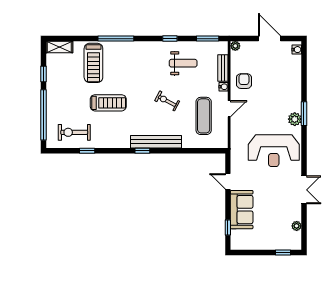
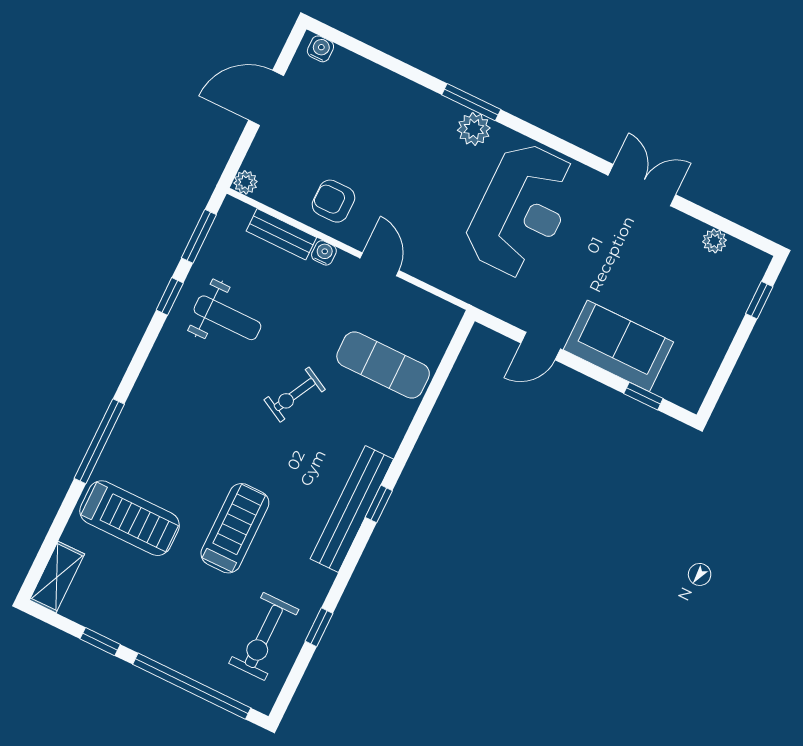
window: (170, 39) -> (170, 296), moved
weight bench: (183, 63) -> (227, 318), turned 90
exercise mat: (204, 116) -> (383, 365), moved
bench: (156, 142) -> (352, 509), moved

